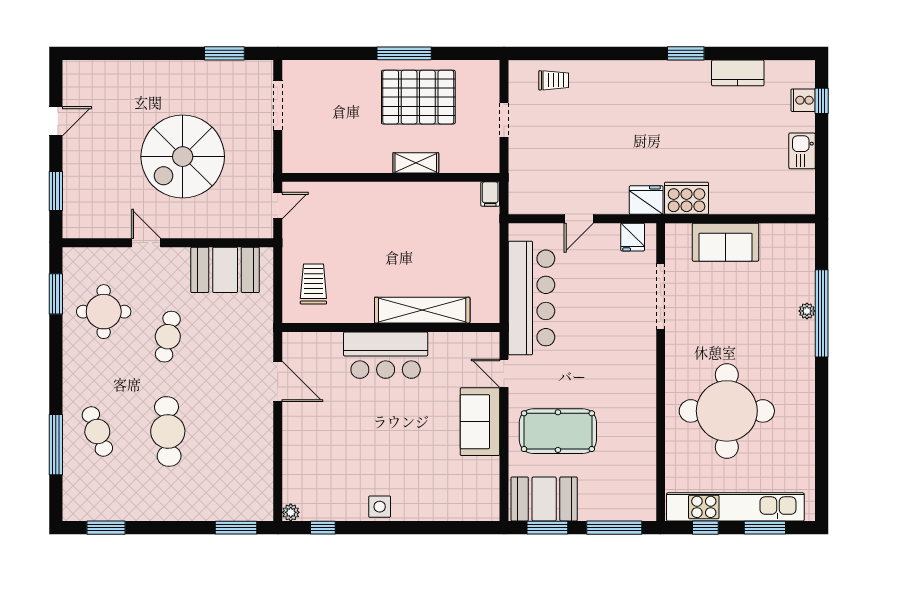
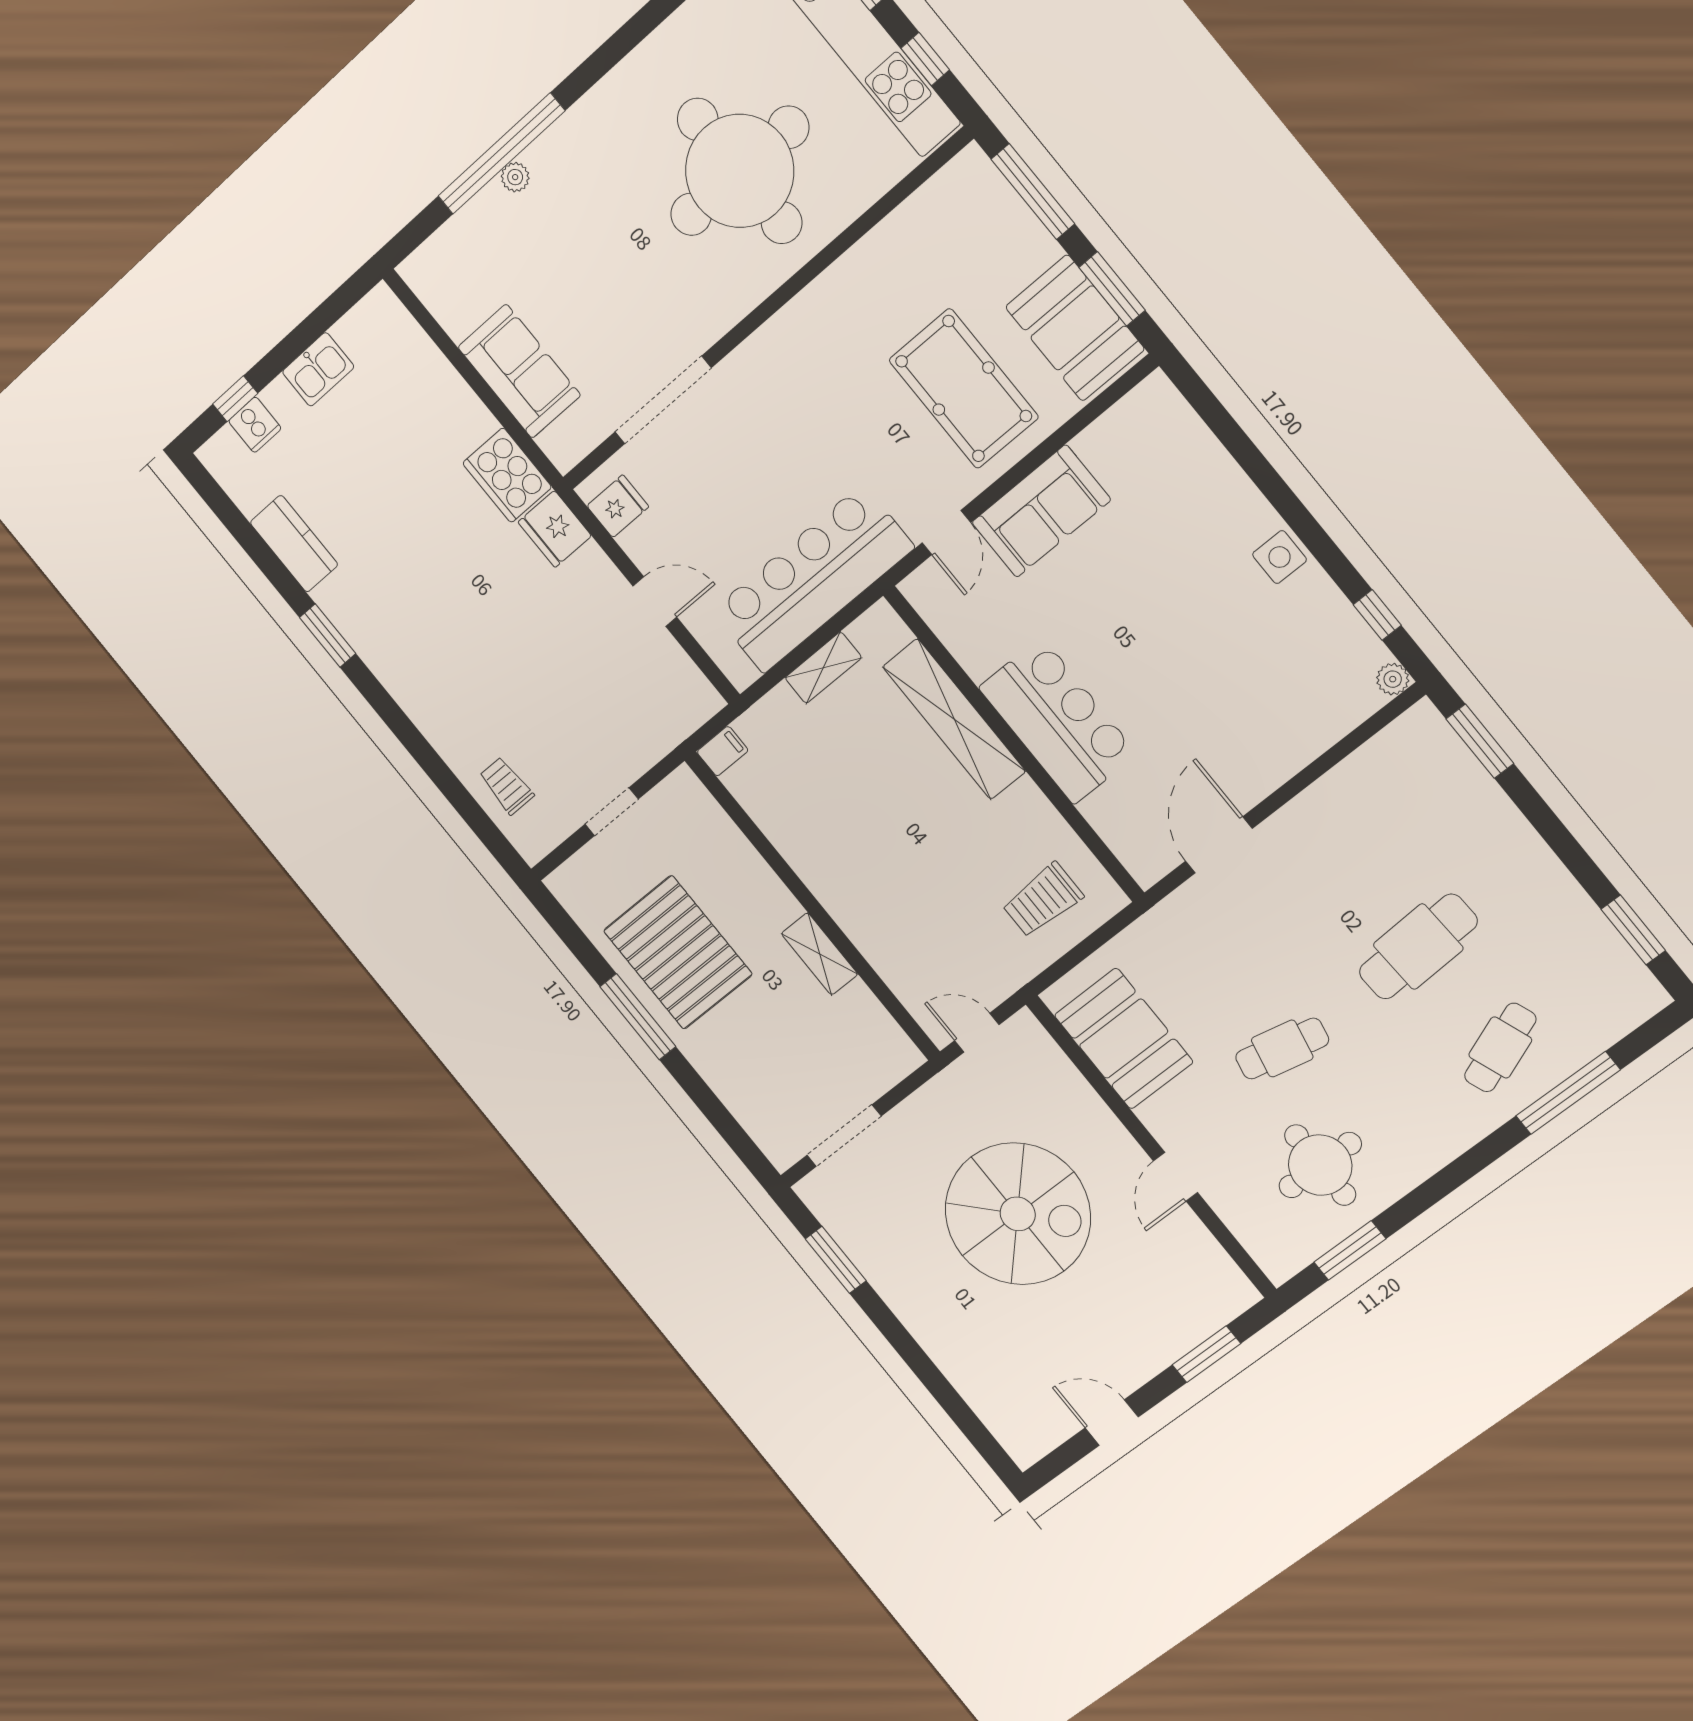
shelving: (416, 163) -> (820, 954), moved
shelving: (490, 270) -> (823, 668), added

